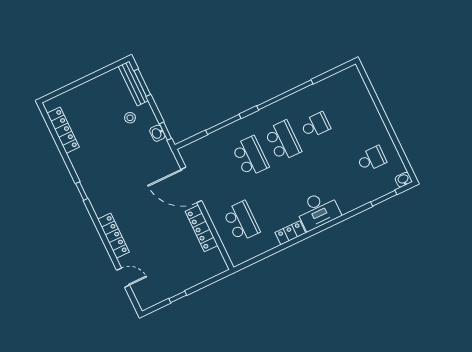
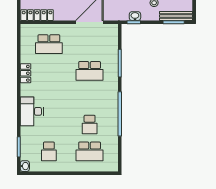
school desk: (283, 141) -> (90, 151), moved
desk: (318, 210) -> (32, 111), moved
locker: (201, 228) -> (37, 15), moved

